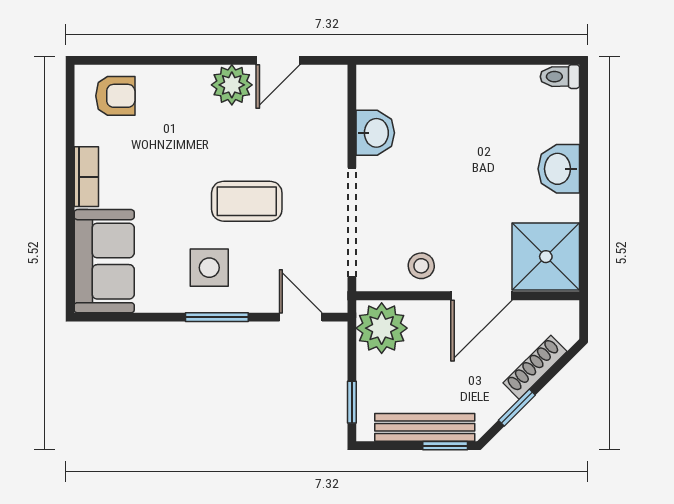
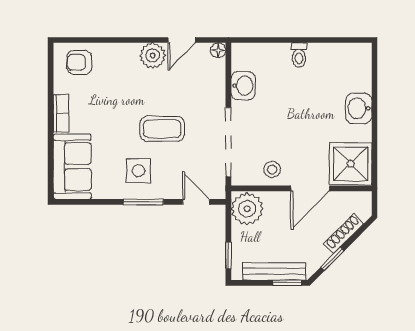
floor lamp: (336, 77) -> (218, 50), added
toilet: (560, 77) -> (299, 55), moved, turned -90
armchair: (115, 96) -> (79, 62), turned 180

